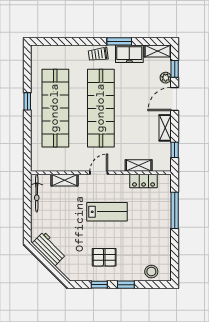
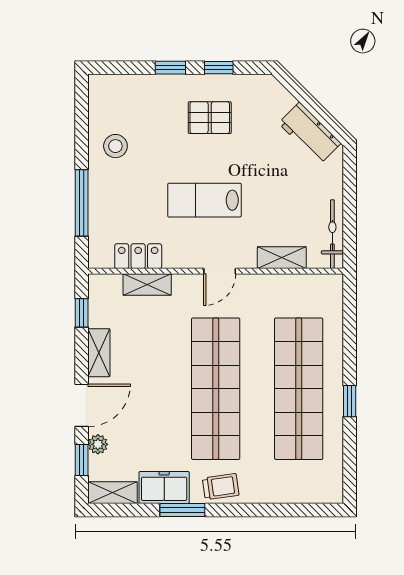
stool: (151, 272) -> (115, 146), moved

